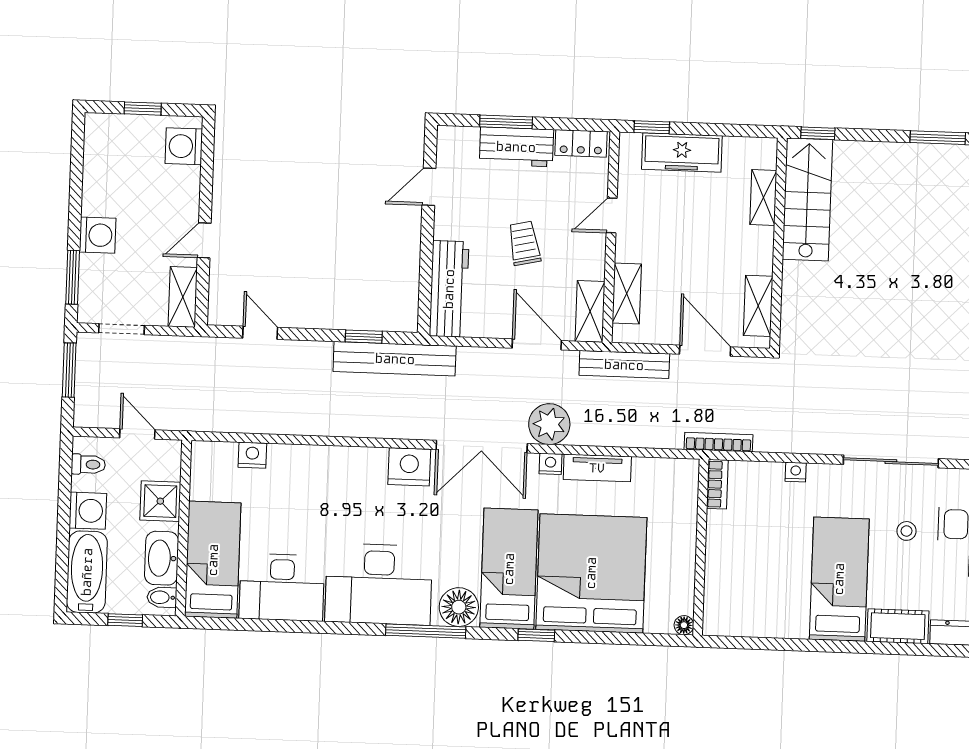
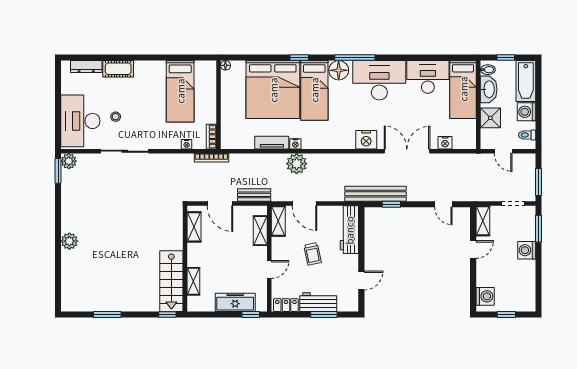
bench: (624, 365) -> (254, 195), width x0.73
double door: (482, 447) -> (407, 151), moved
nightstand: (796, 472) -> (187, 144), moved
bed: (839, 579) -> (180, 91), moved

